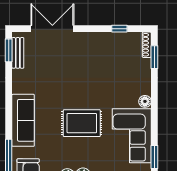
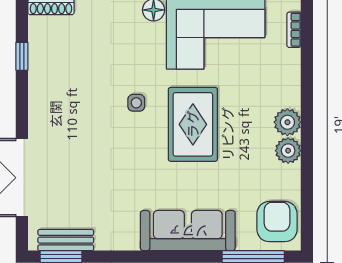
side table: (94, 92) -> (136, 103), added

